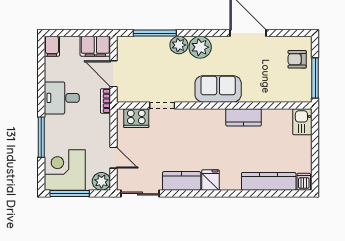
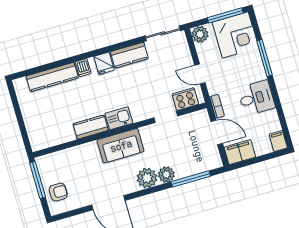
kitchen sink: (302, 122) -> (119, 118), moved, turned -90
door: (114, 158) -> (200, 74), moved
dishwasher: (304, 182) -> (83, 68), moved

